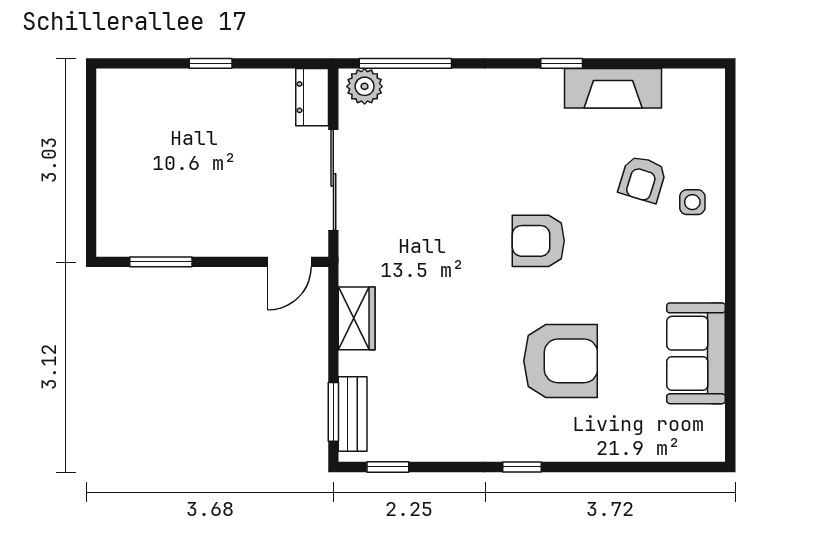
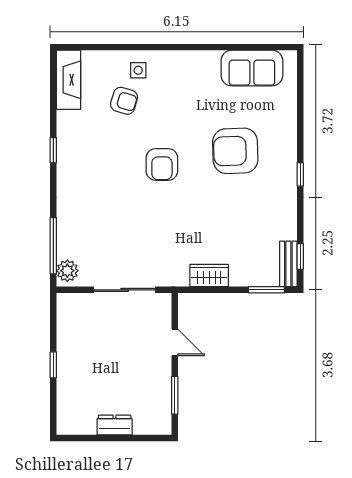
fireplace: (613, 88) -> (69, 80), moved
dresser: (312, 97) -> (115, 425), moved, turned 180
door: (289, 262) -> (175, 342), moved
sofa: (696, 353) -> (252, 68), moved
armchair: (561, 361) -> (235, 151), turned -92
bench: (353, 414) -> (288, 264), moved, turned 90

